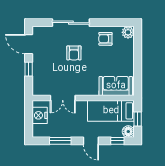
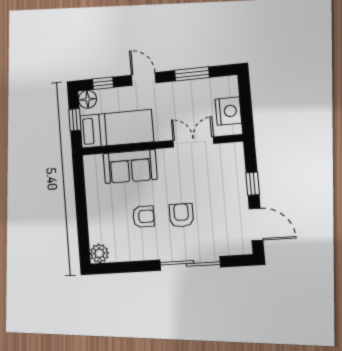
armchair: (105, 39) -> (143, 216), moved
sofa: (116, 86) -> (130, 166), moved

